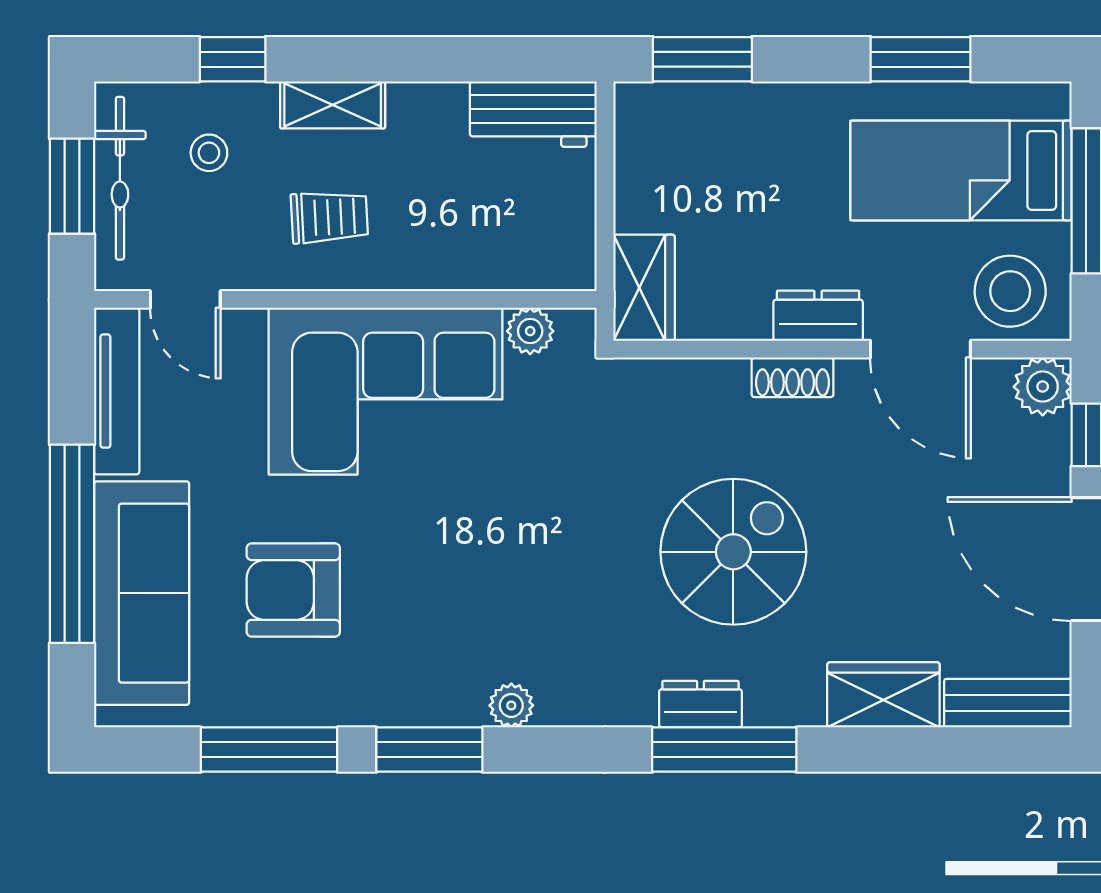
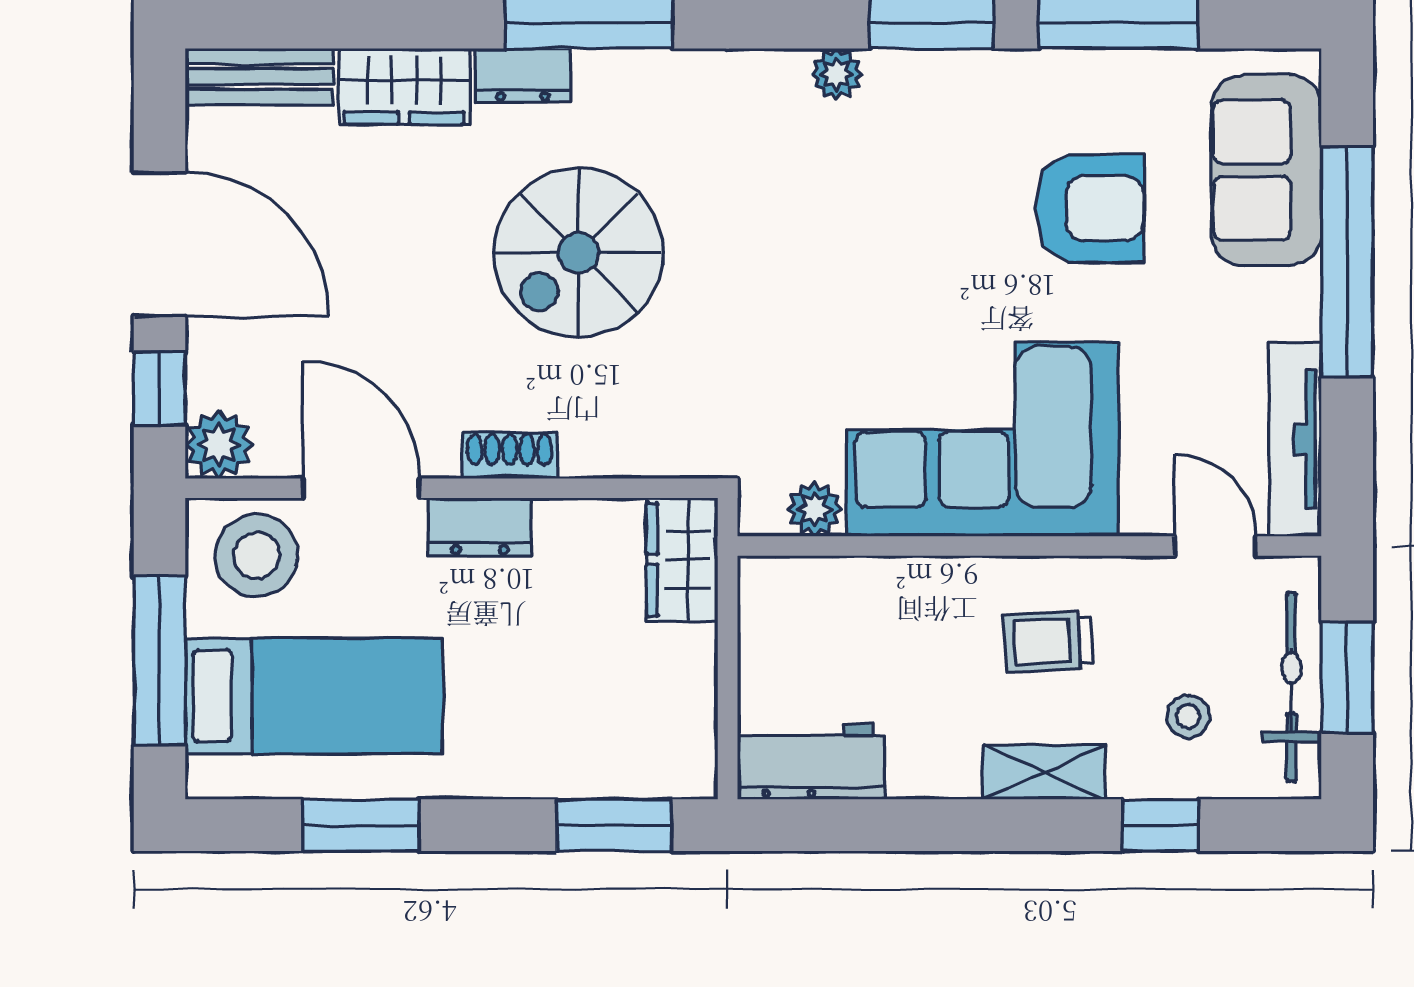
sofa: (142, 593) -> (1266, 170), width x0.73
dresser: (700, 704) -> (523, 75), moved

